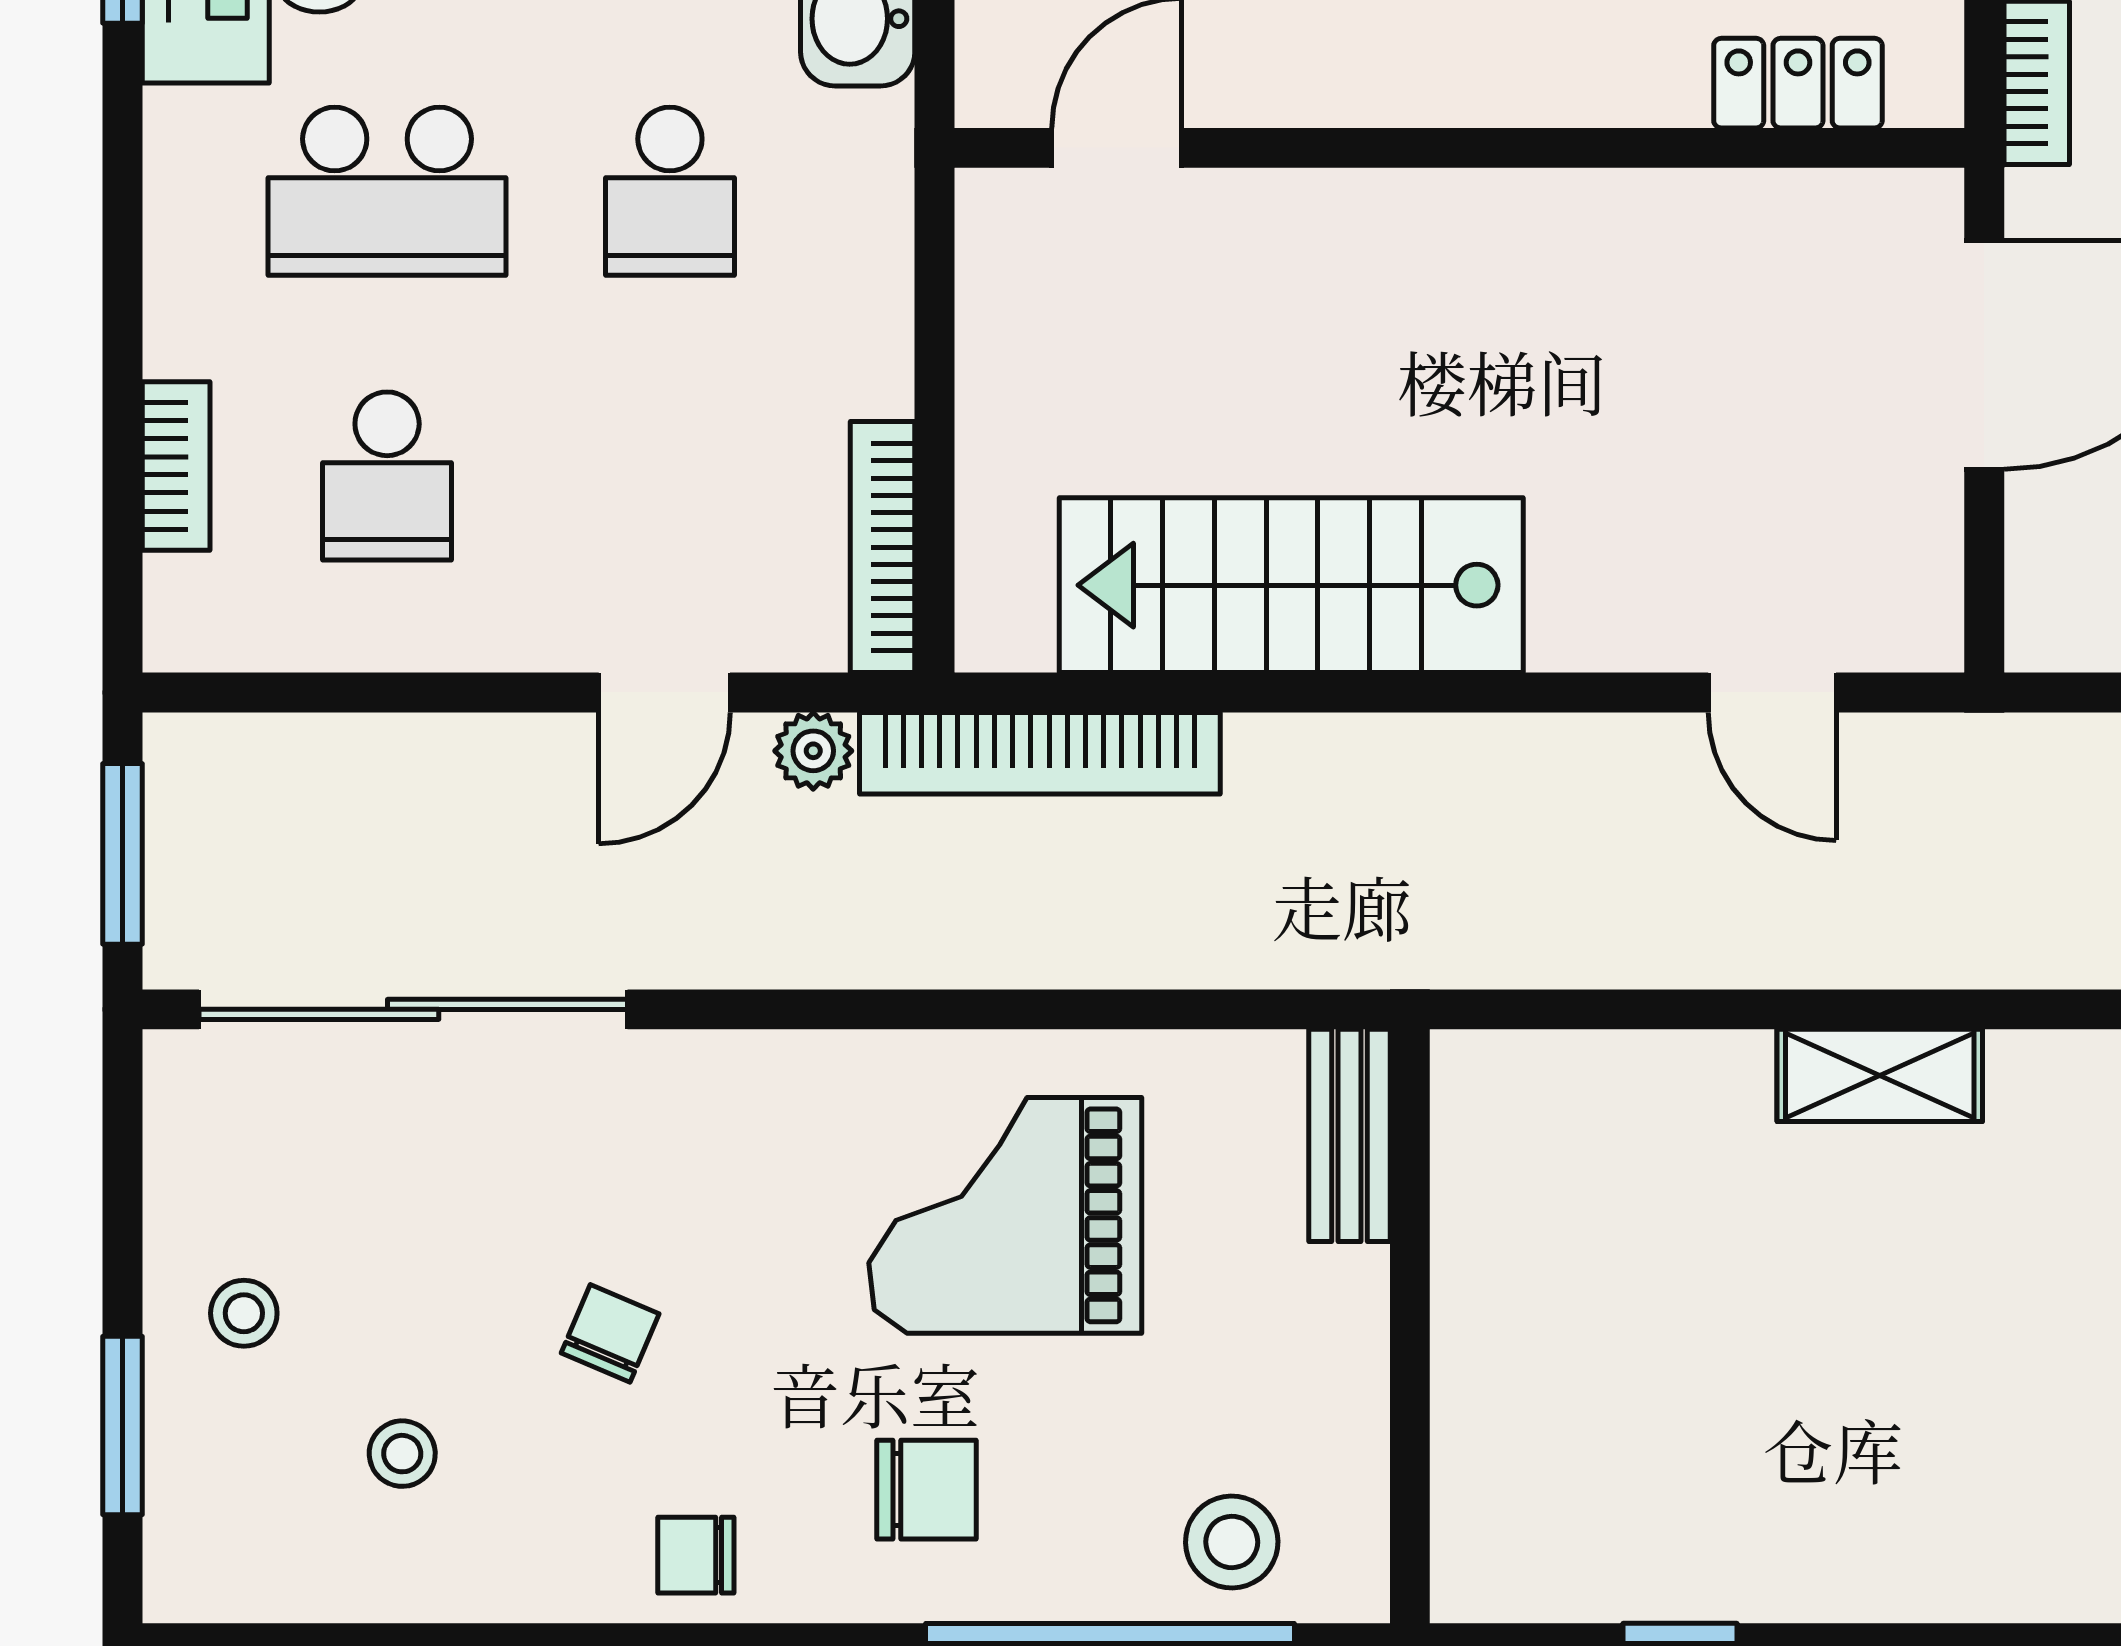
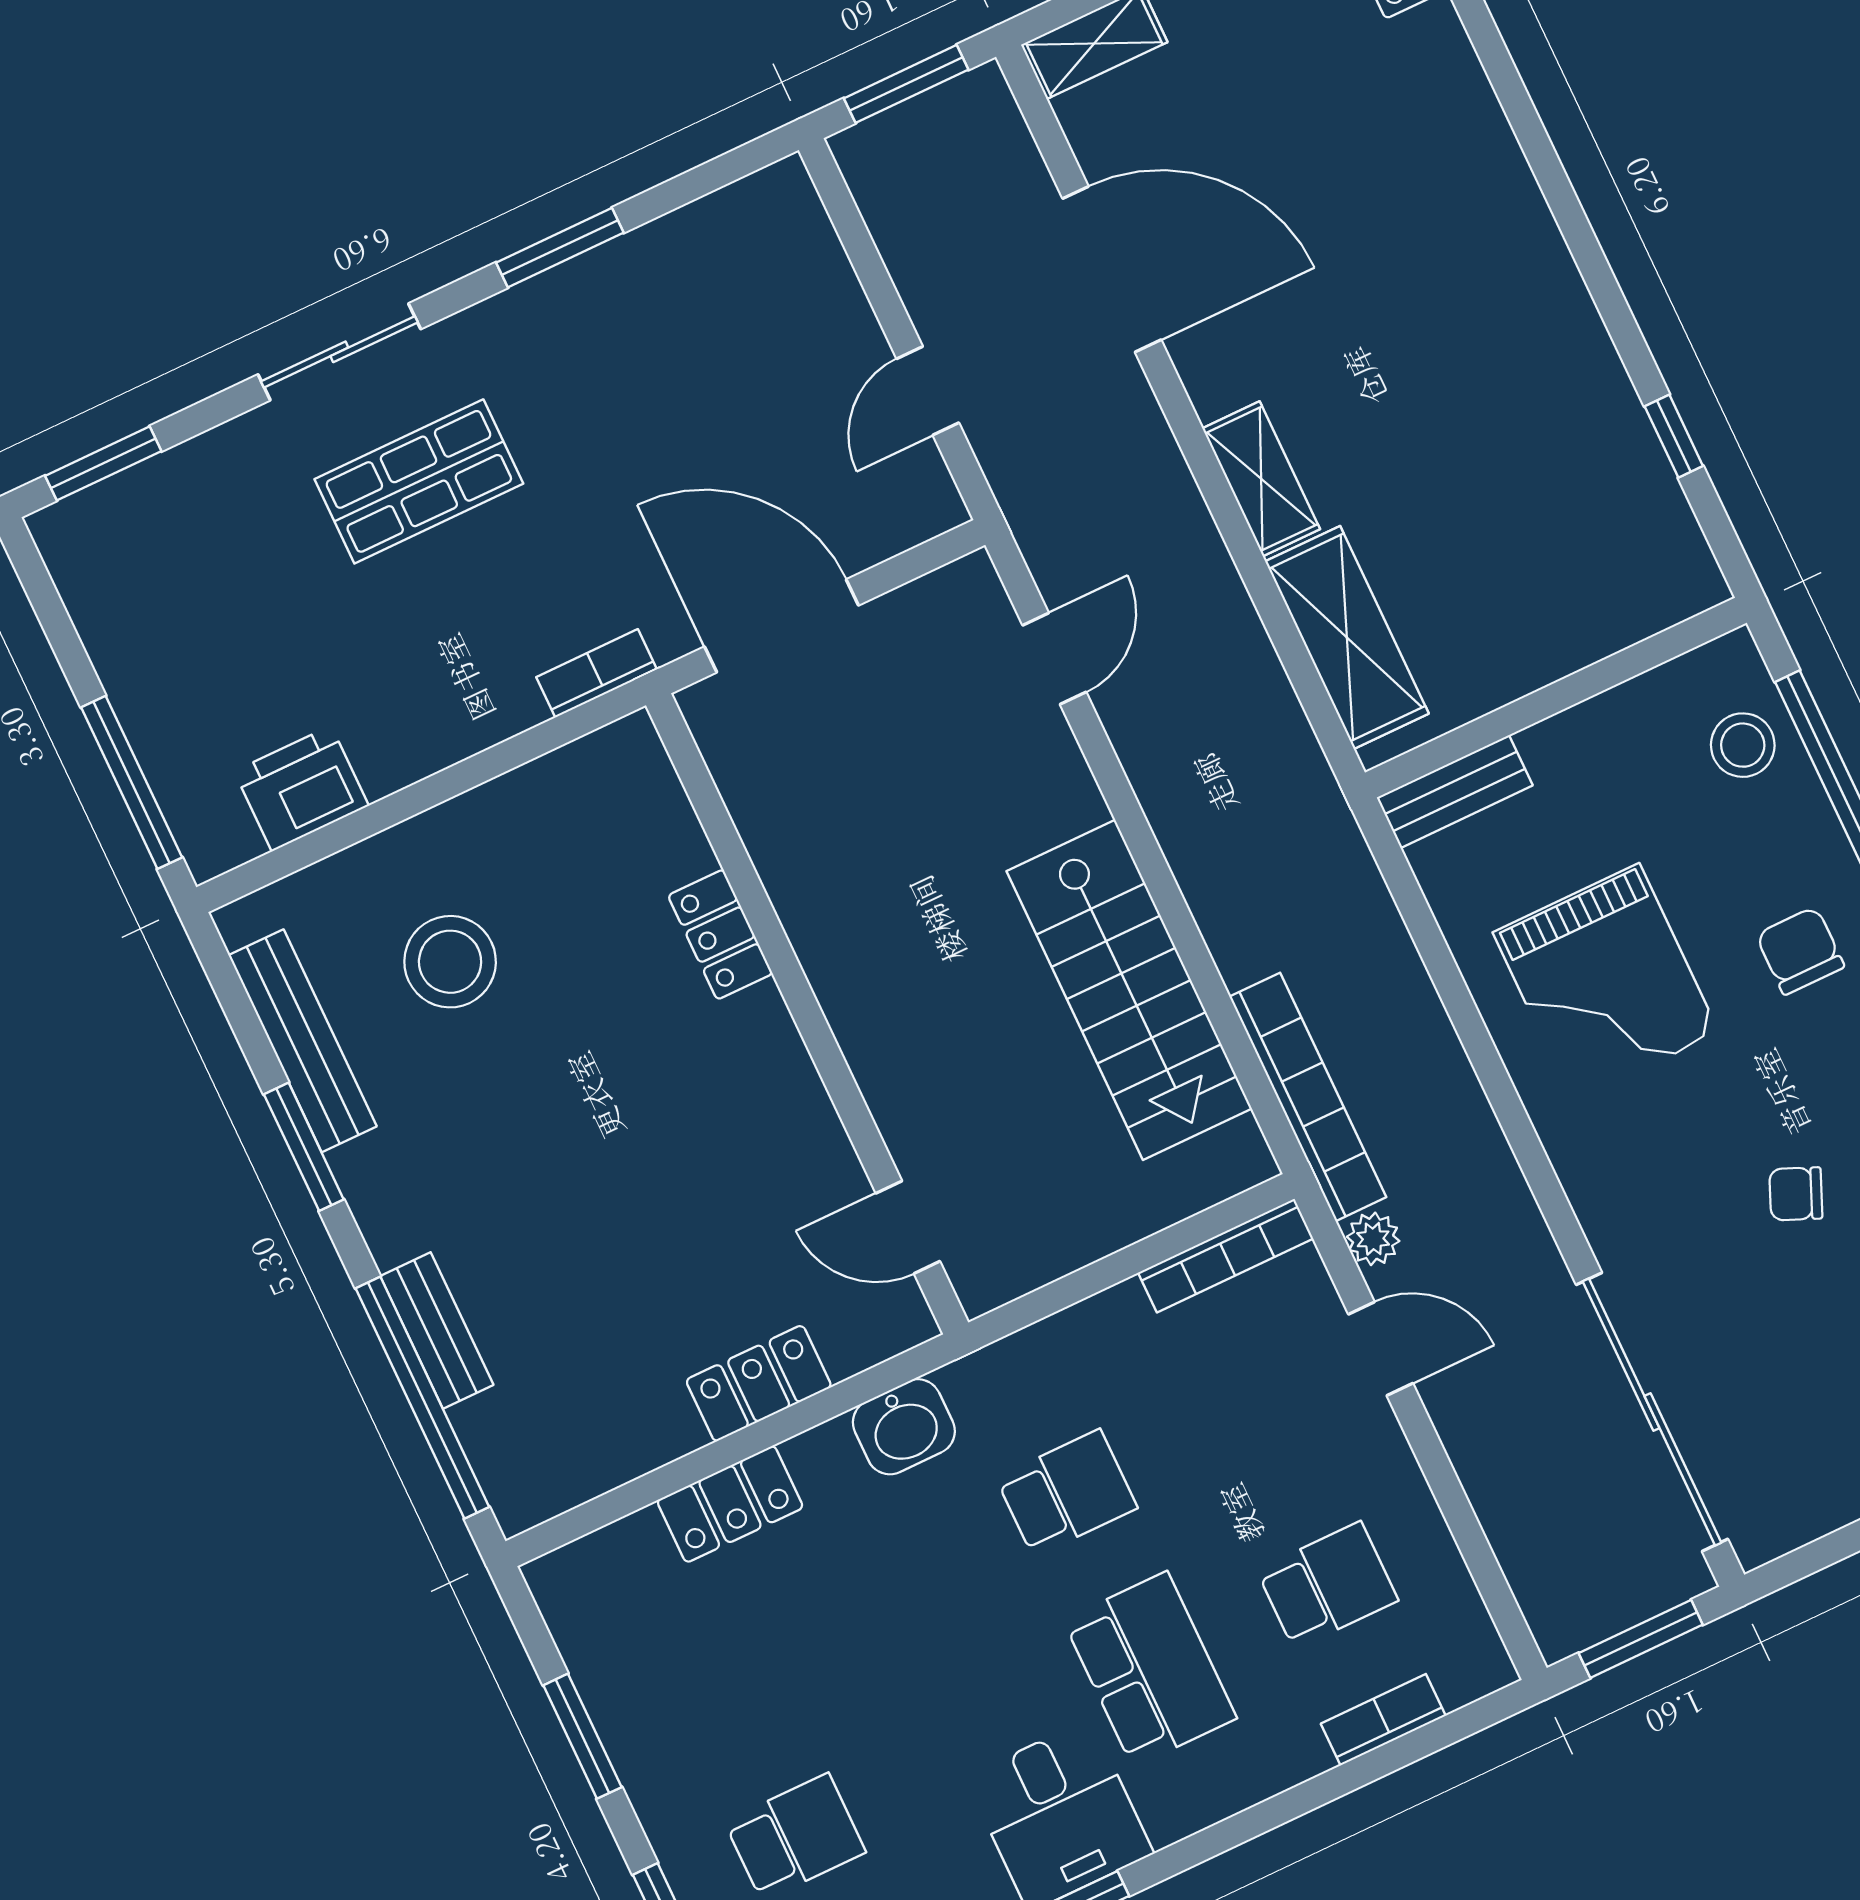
locker: (1798, 83) -> (720, 935), moved
shelving: (1619, 1089) -> (1347, 637), added

